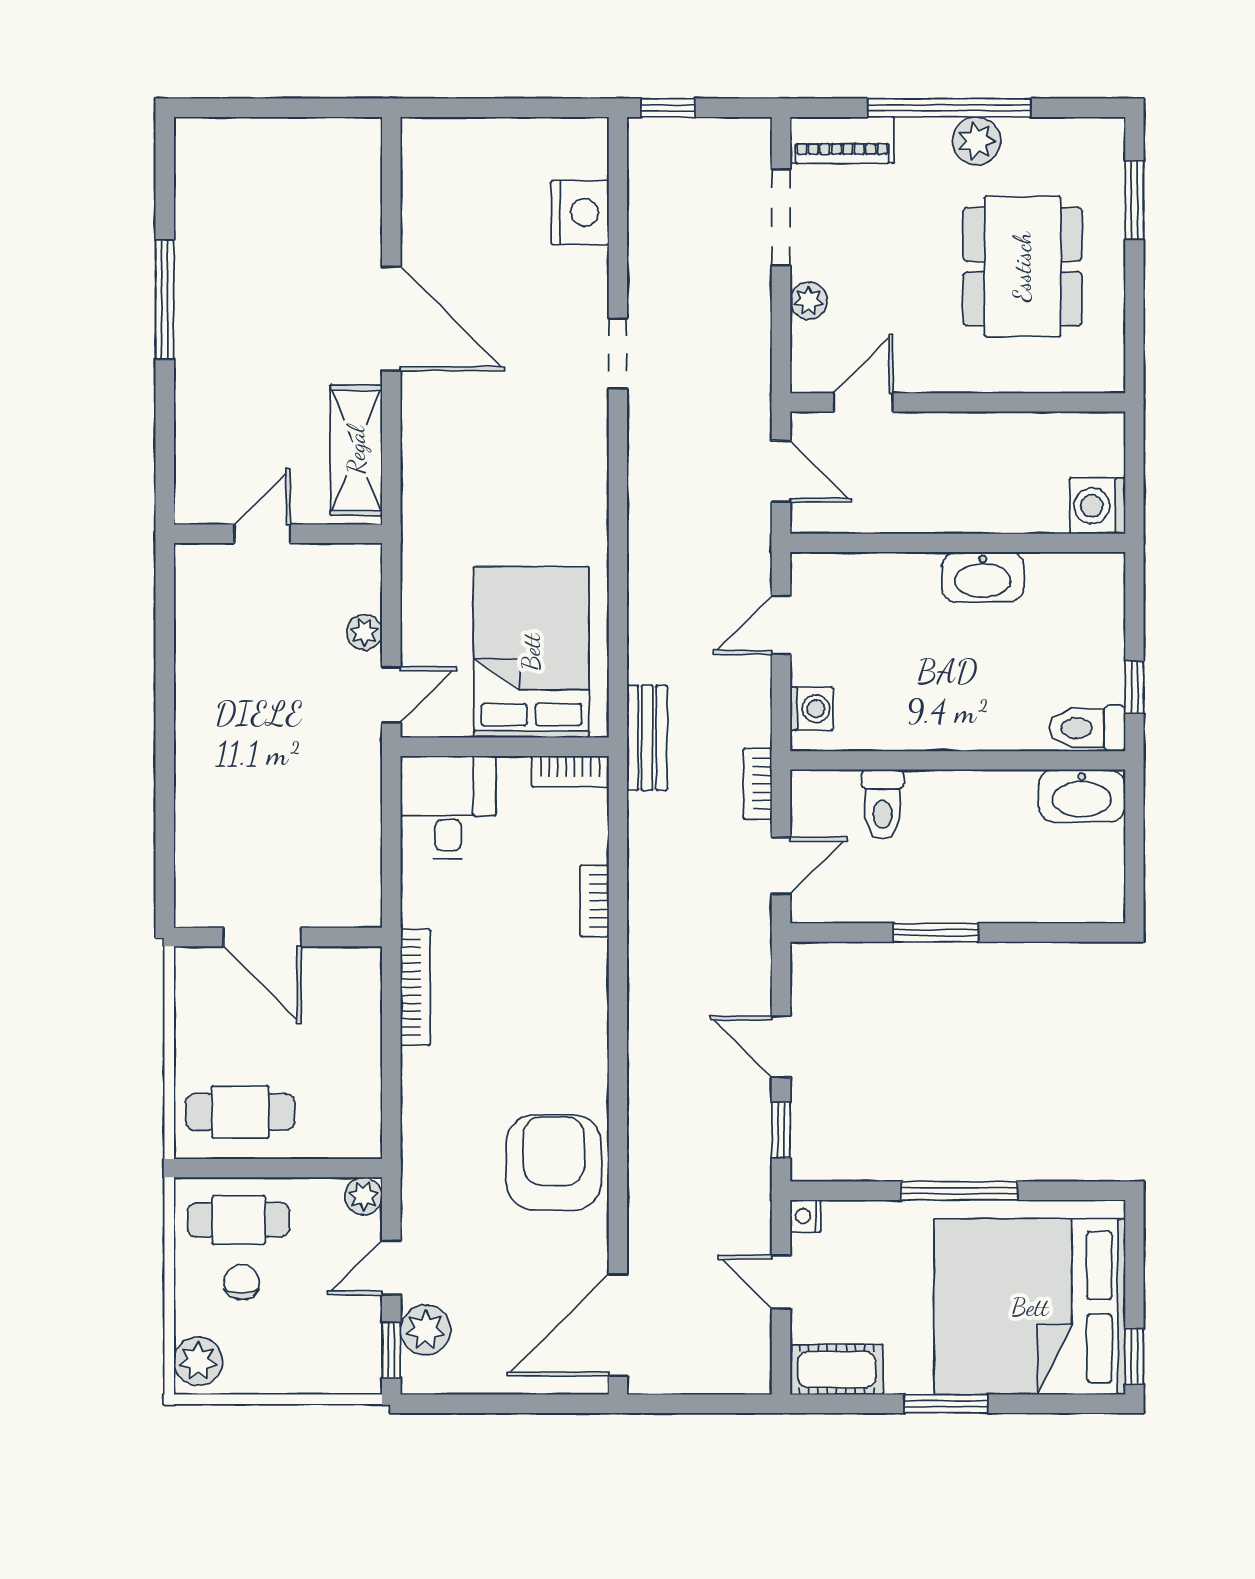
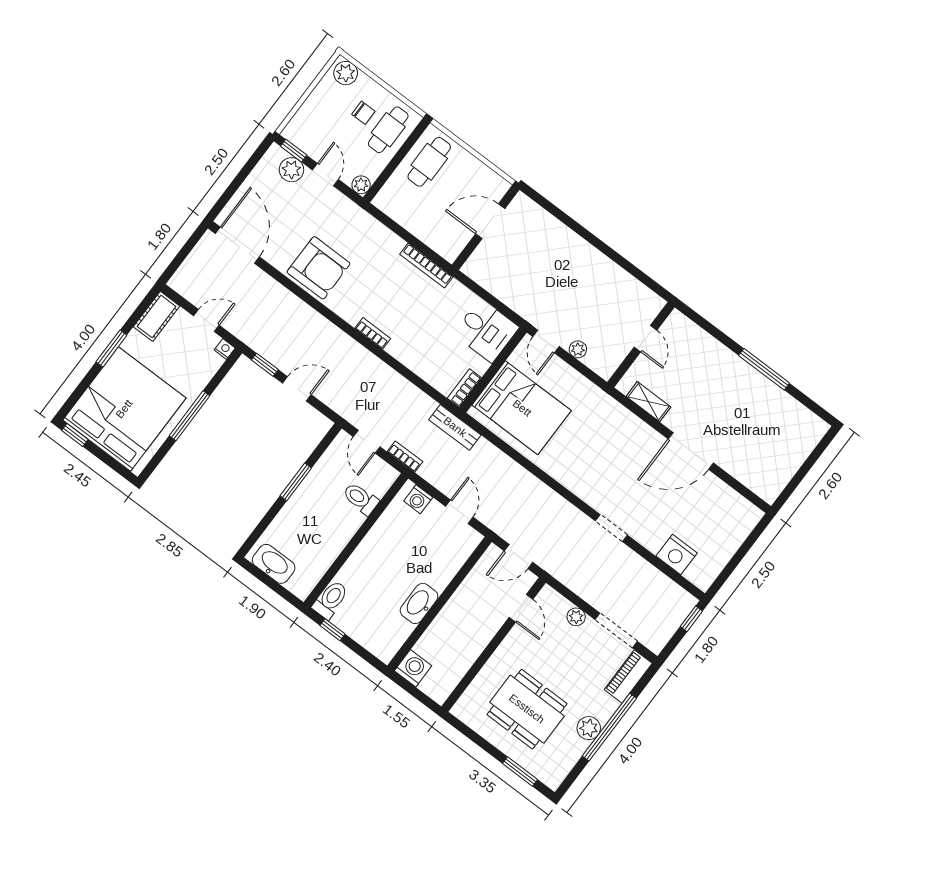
shelving: (356, 450) -> (648, 402), width x0.67, depth x0.75
washbasin: (1082, 796) -> (274, 564), moved, turned 90
bookcase: (594, 901) -> (373, 333), moved

